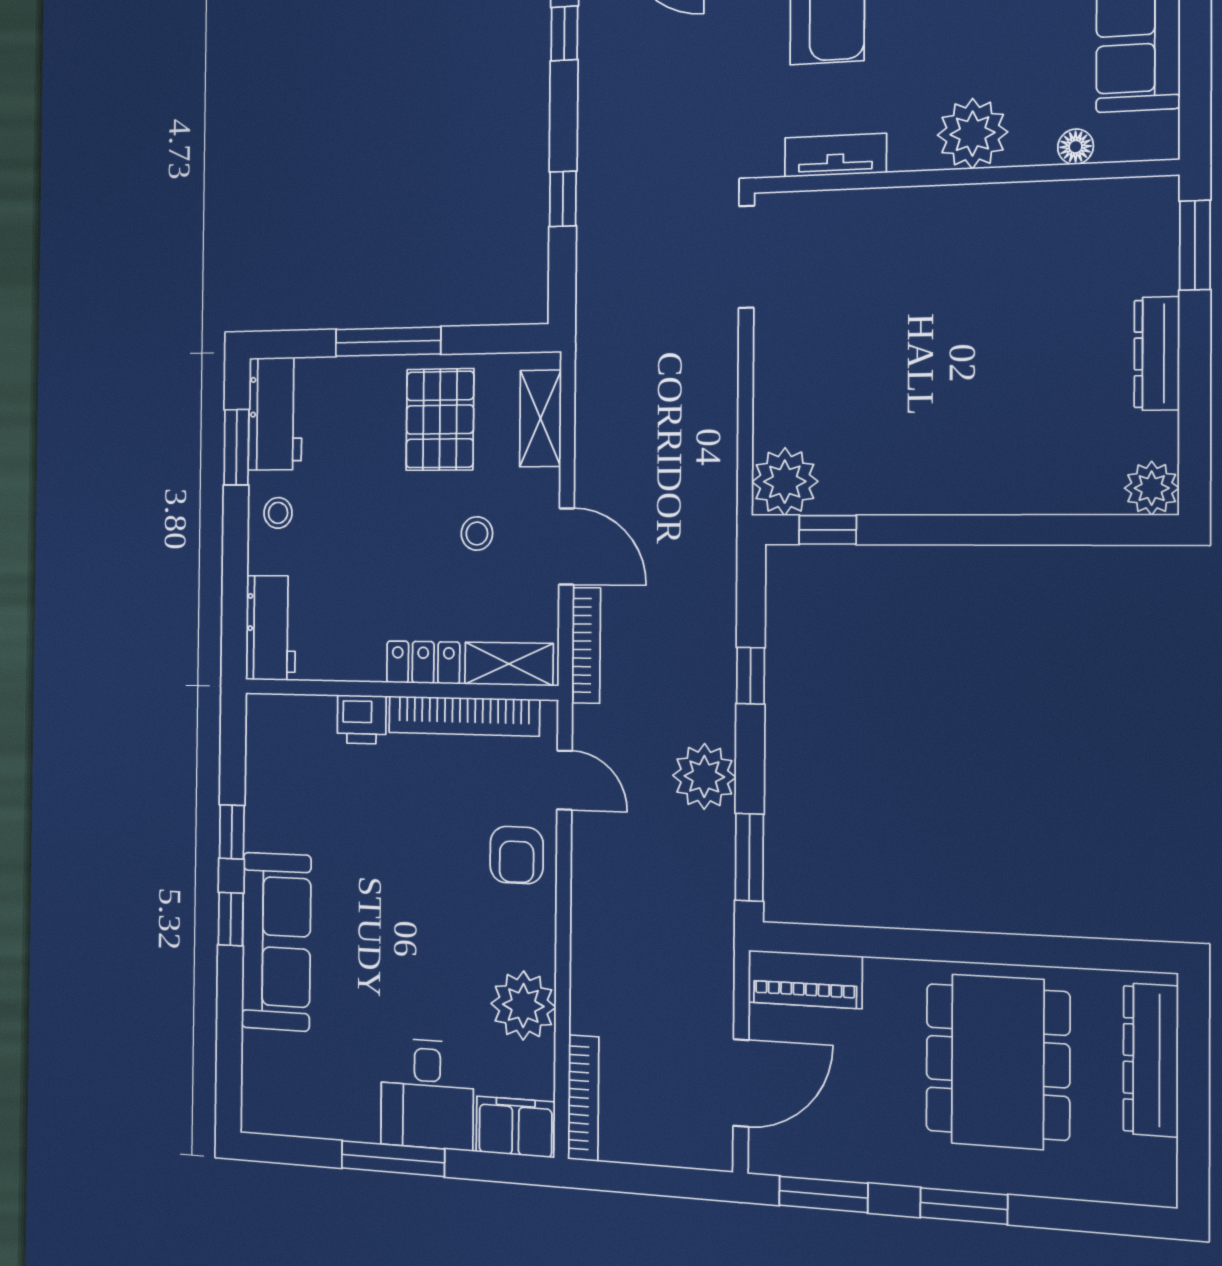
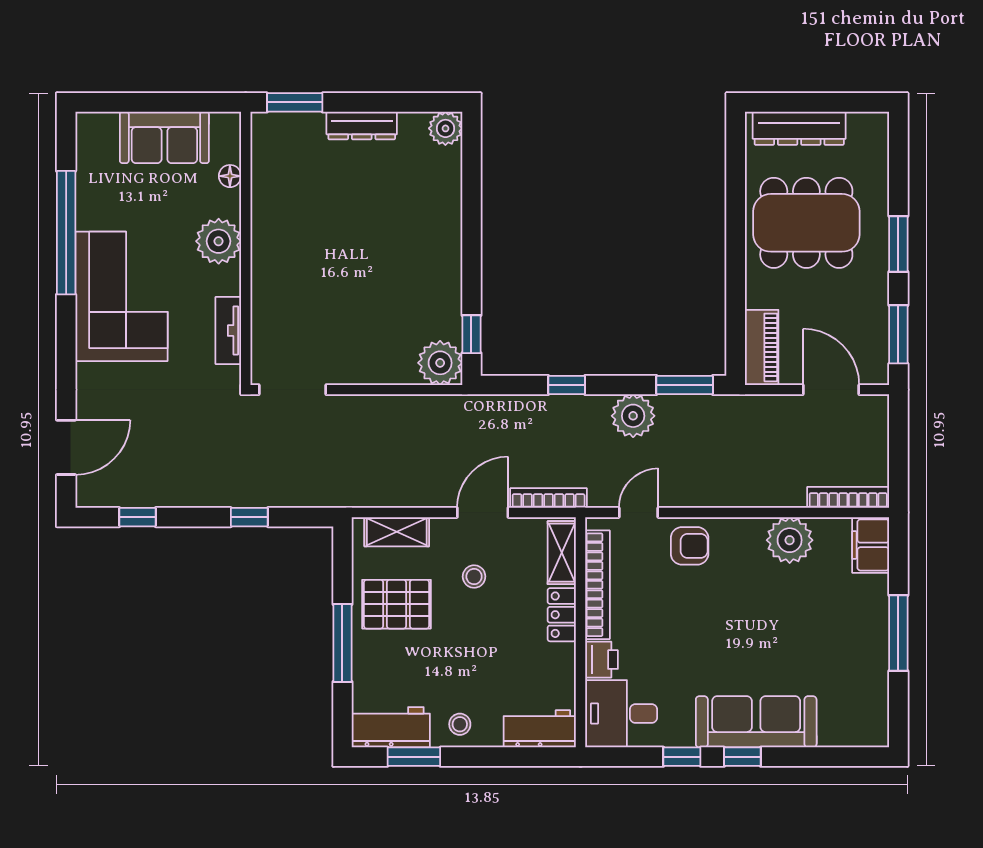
desk: (427, 1094) -> (621, 714), moved, turned 180

